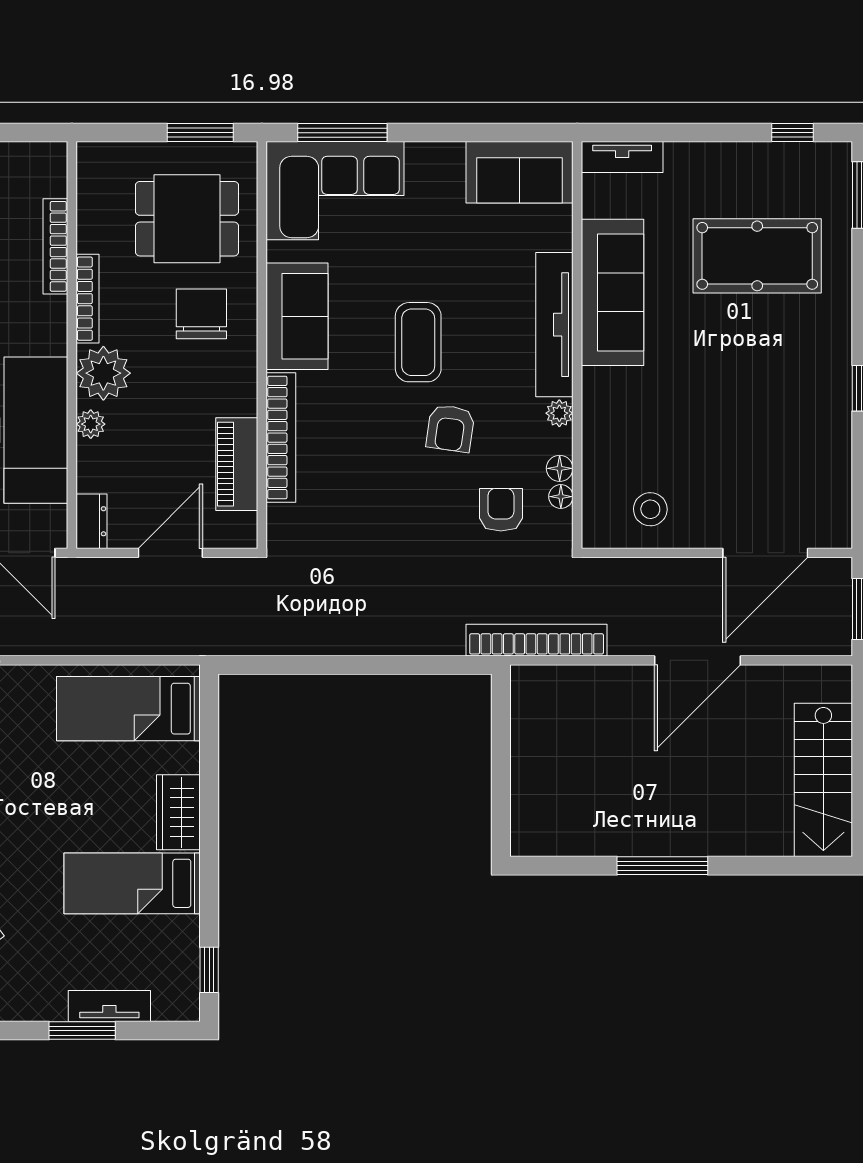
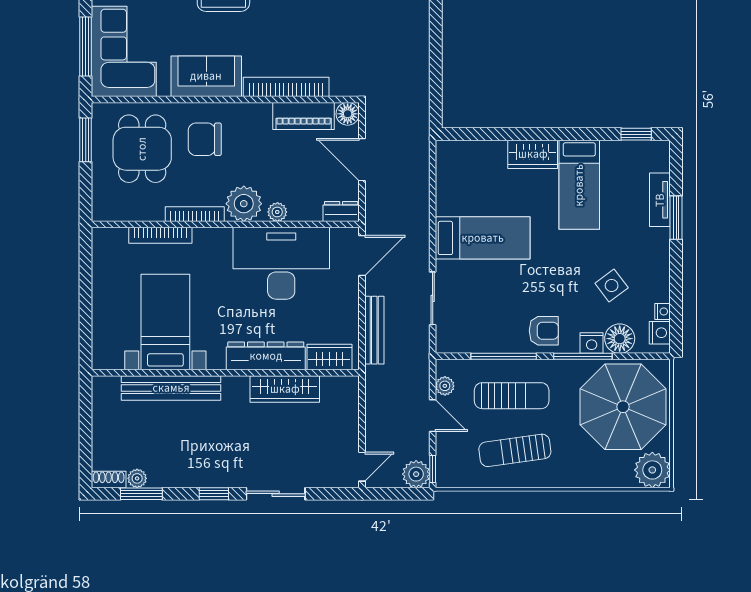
floor lamp: (240, 531) -> (348, 114), added
bed: (128, 709) -> (483, 238), moved, turned -90

